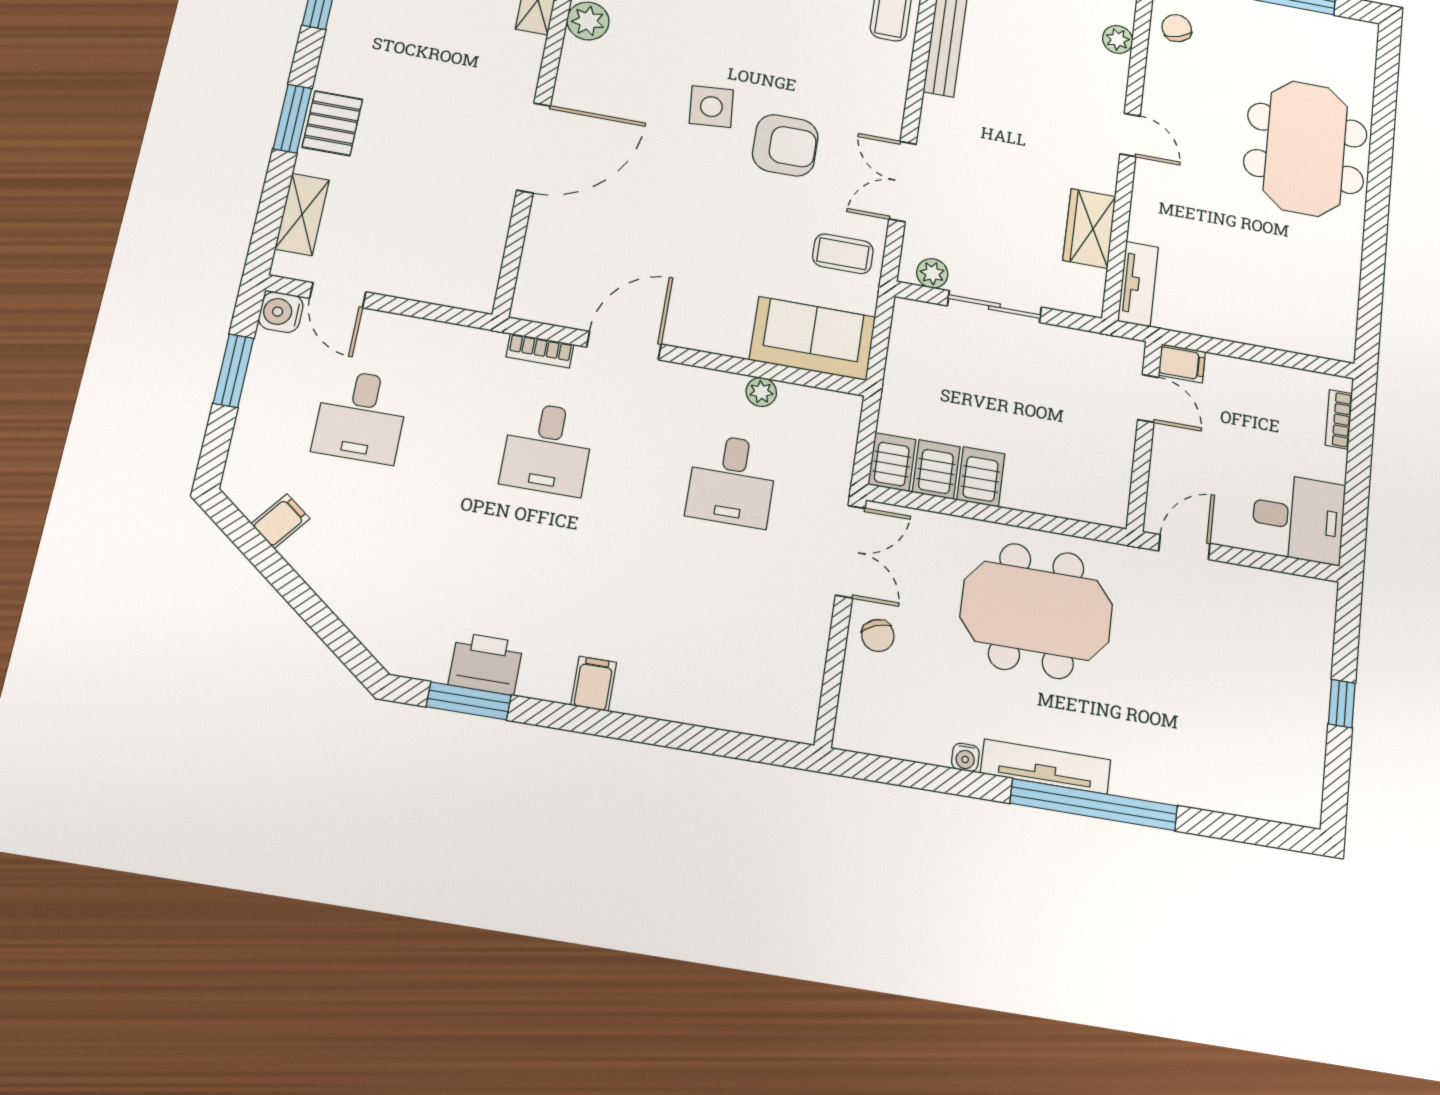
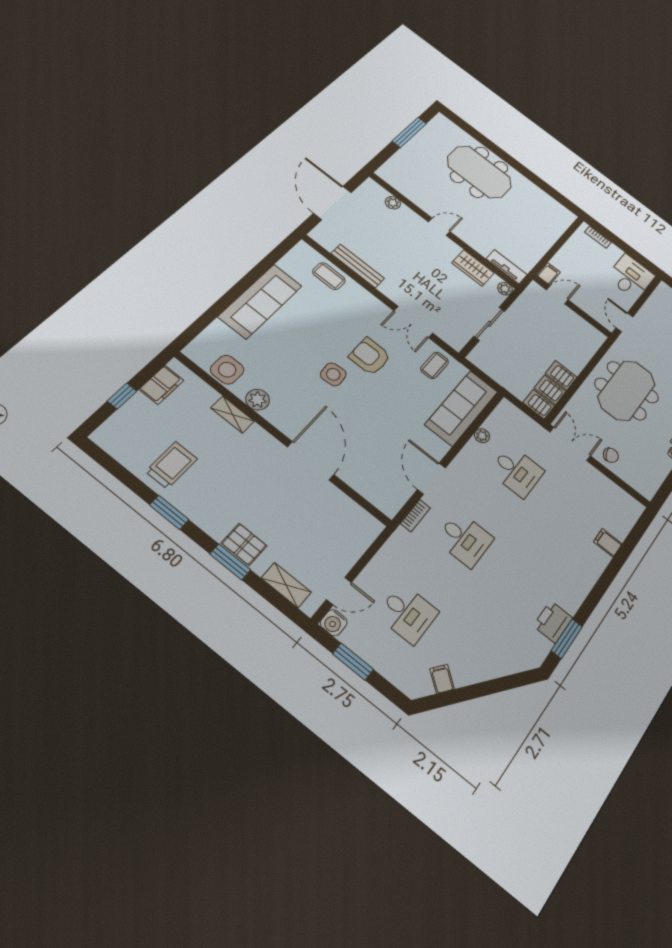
chair: (1177, 28) -> (400, 179), removed
armchair: (785, 145) -> (370, 356), turned -90
plant: (932, 273) -> (505, 289), moved
sofa: (813, 338) -> (462, 408), width x1.36
filing cabinet: (594, 684) -> (608, 543), moved

